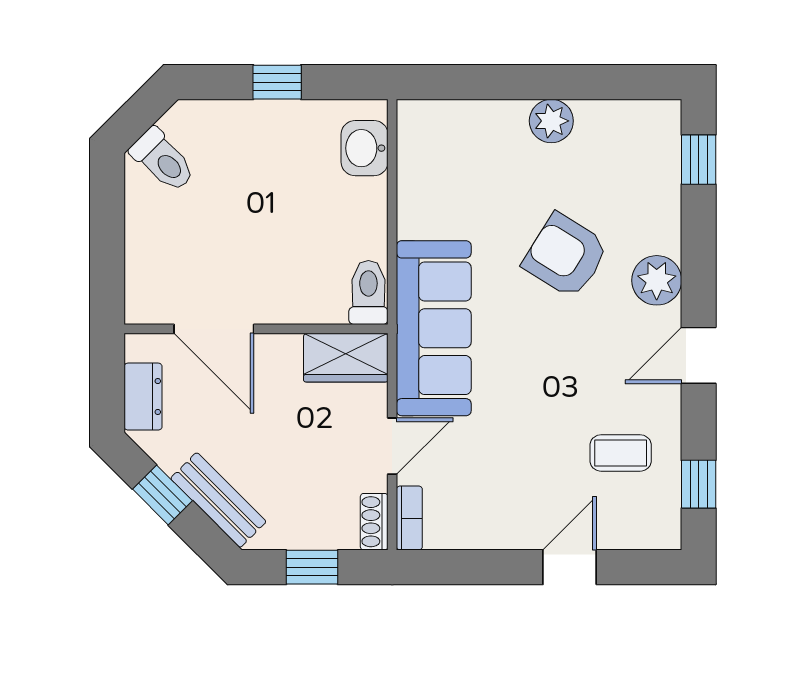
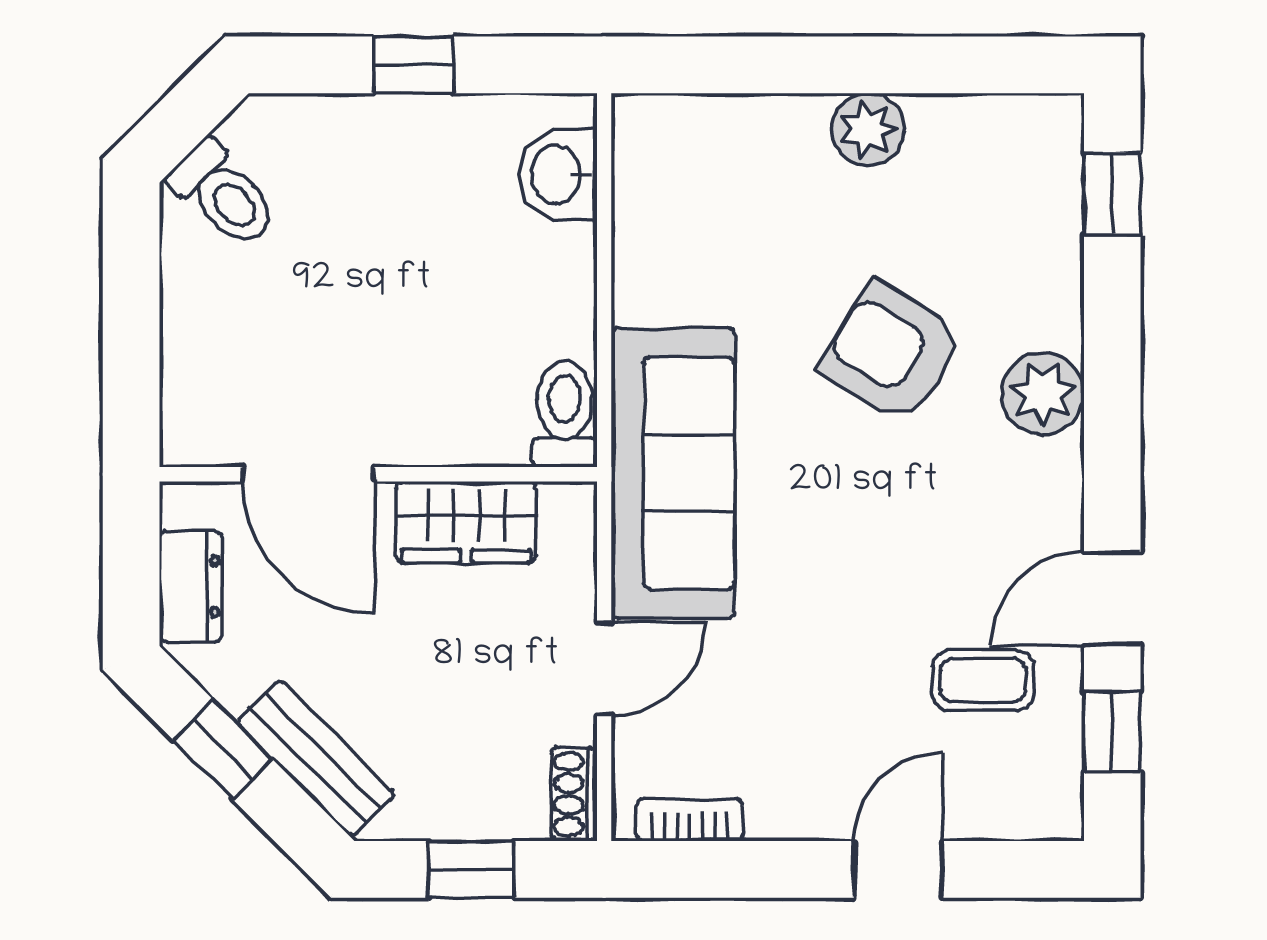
door: (699, 355) -> (1112, 599), moved
wardrobe: (346, 358) -> (466, 522), moved
bookcase: (409, 518) -> (690, 820), moved, turned -90

